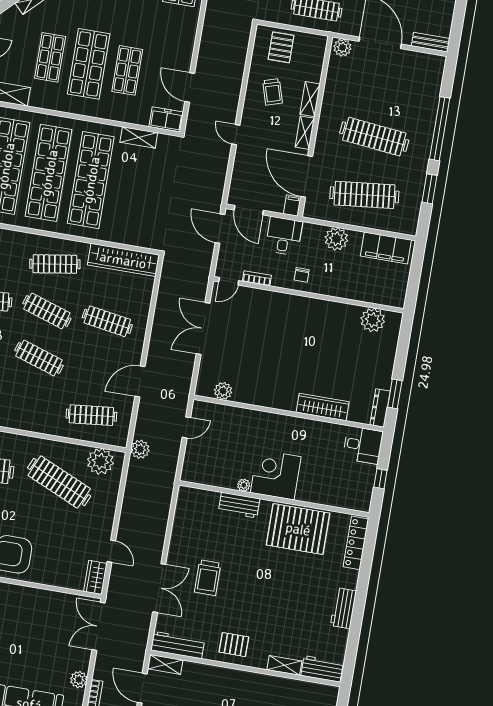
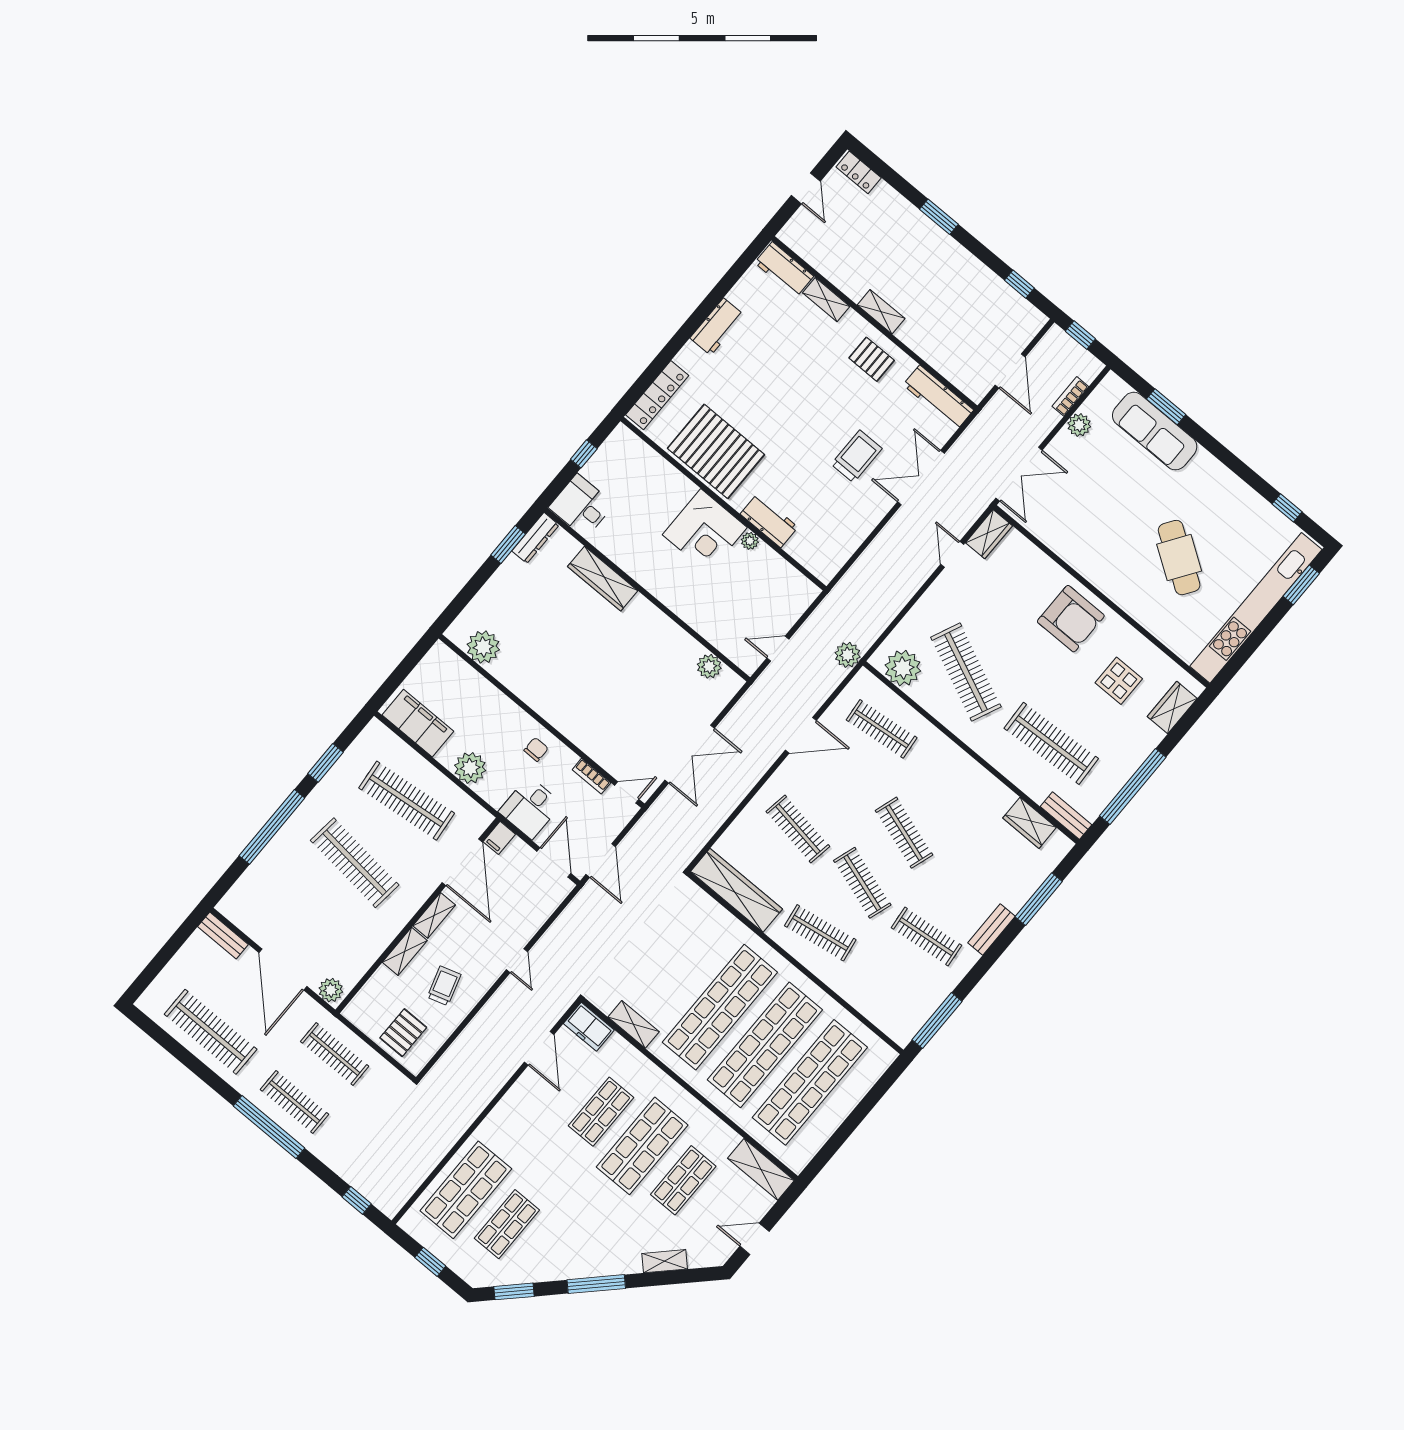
shelving: (165, 664) -> (881, 312), moved

